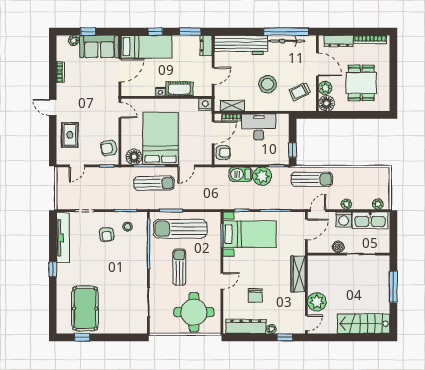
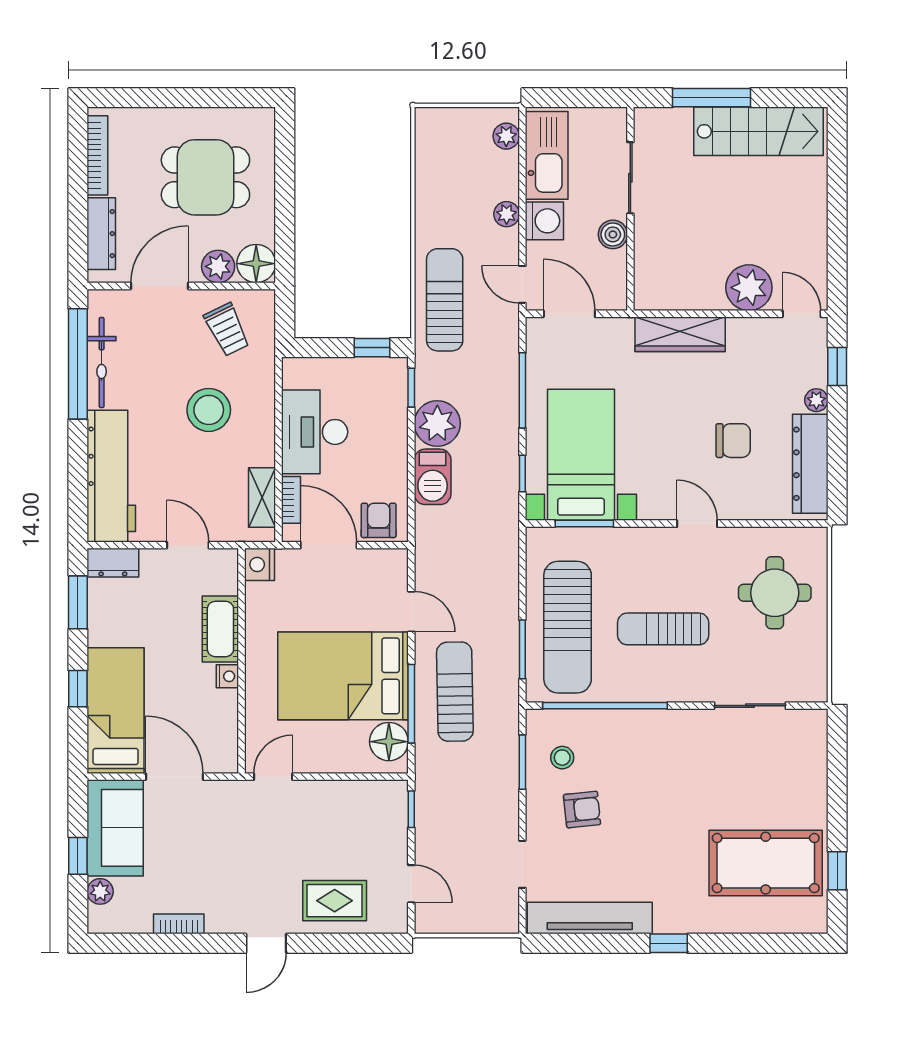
armchair: (109, 148) -> (367, 805), removed
round table: (194, 312) -> (775, 593), width x0.73, depth x0.73
stairs: (364, 324) -> (759, 131), moved, turned -90

